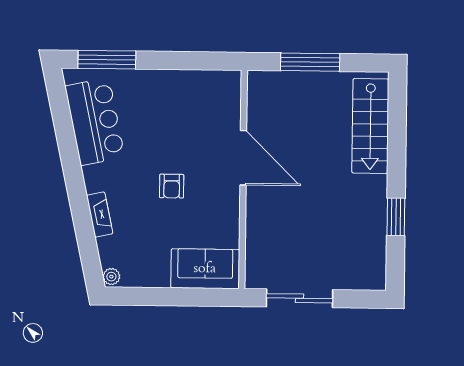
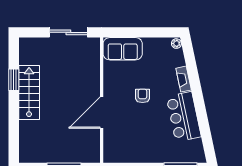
bar counter: (95, 122) -> (184, 117), moved
stairs: (370, 126) -> (29, 92), moved
door: (243, 158) -> (102, 113), hinge flipped

